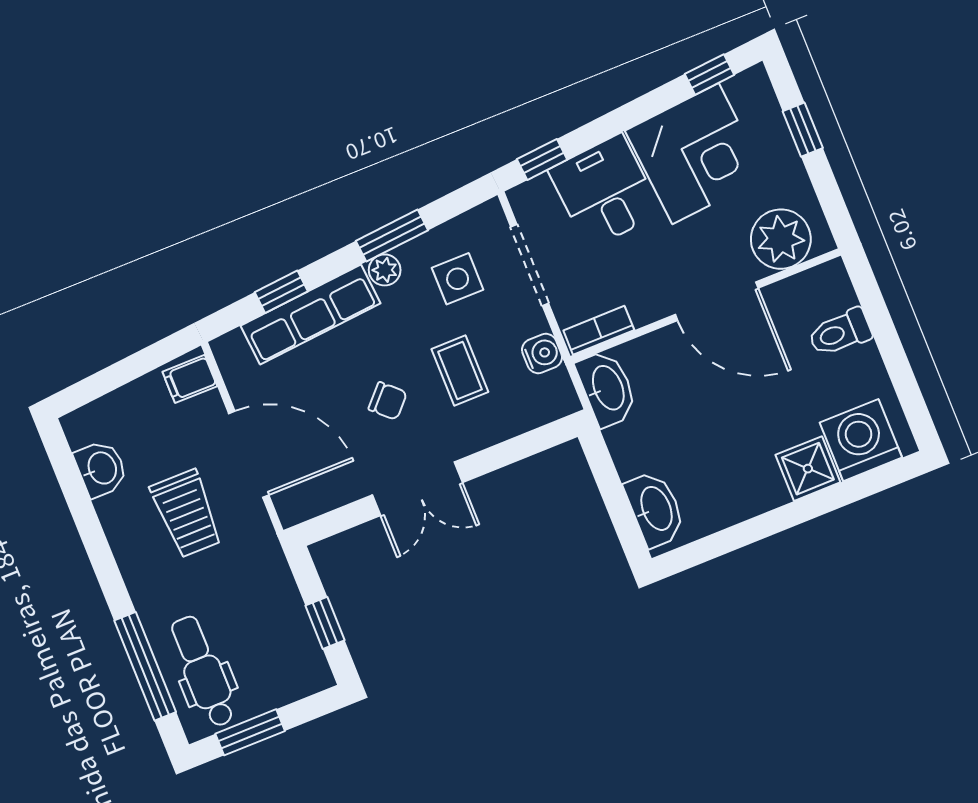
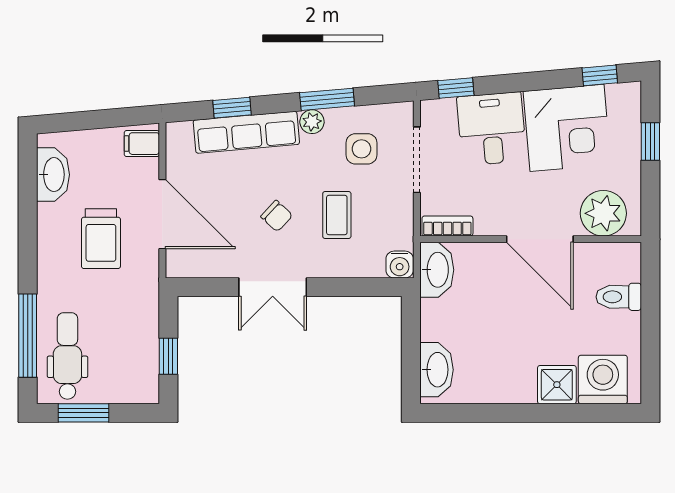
water cooler: (542, 354) -> (400, 265), moved, turned 90
washbasin: (101, 468) -> (53, 175), width x1.38

